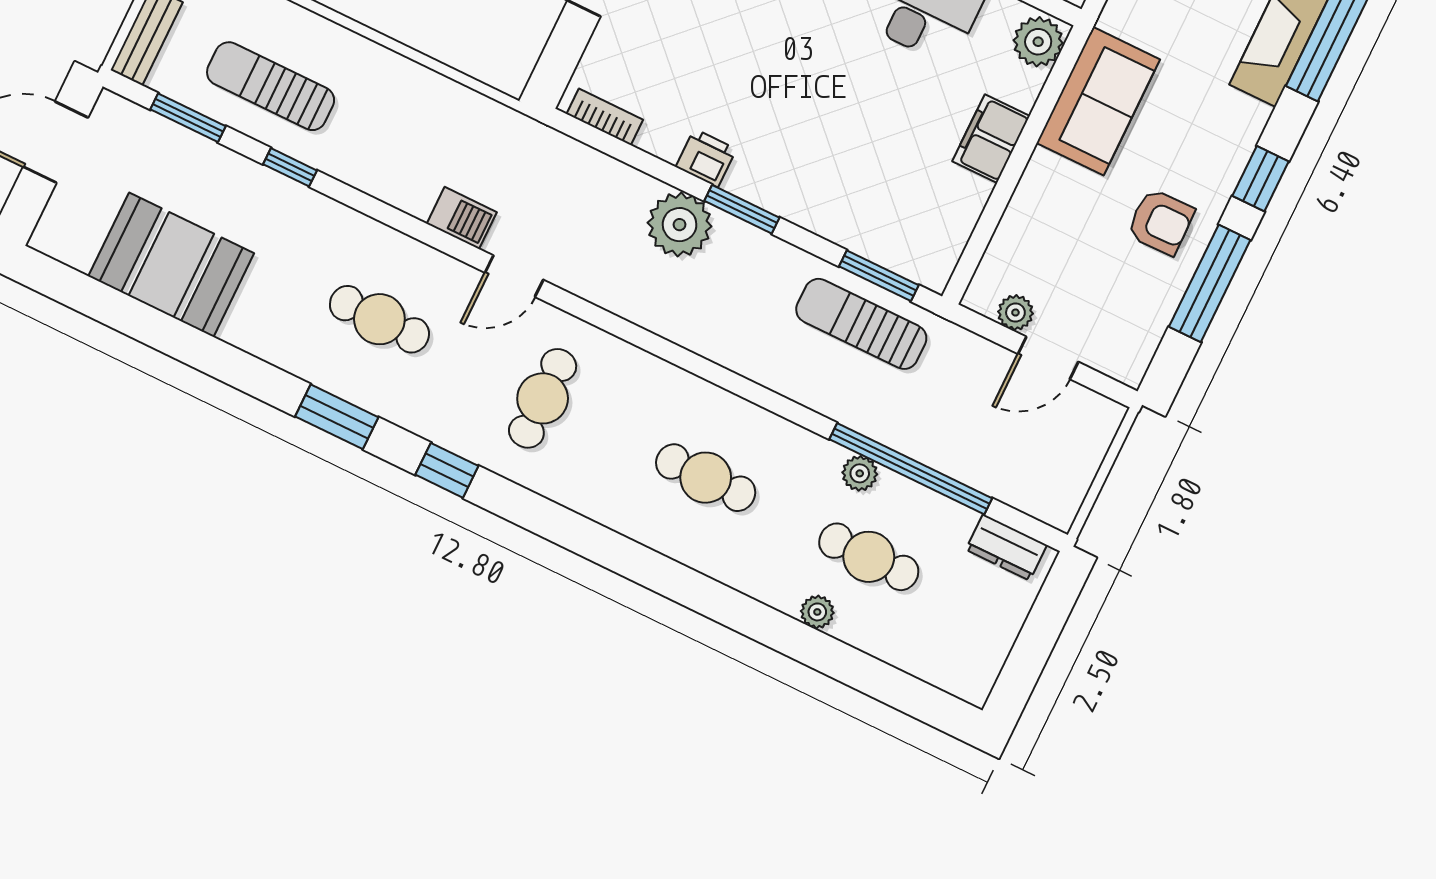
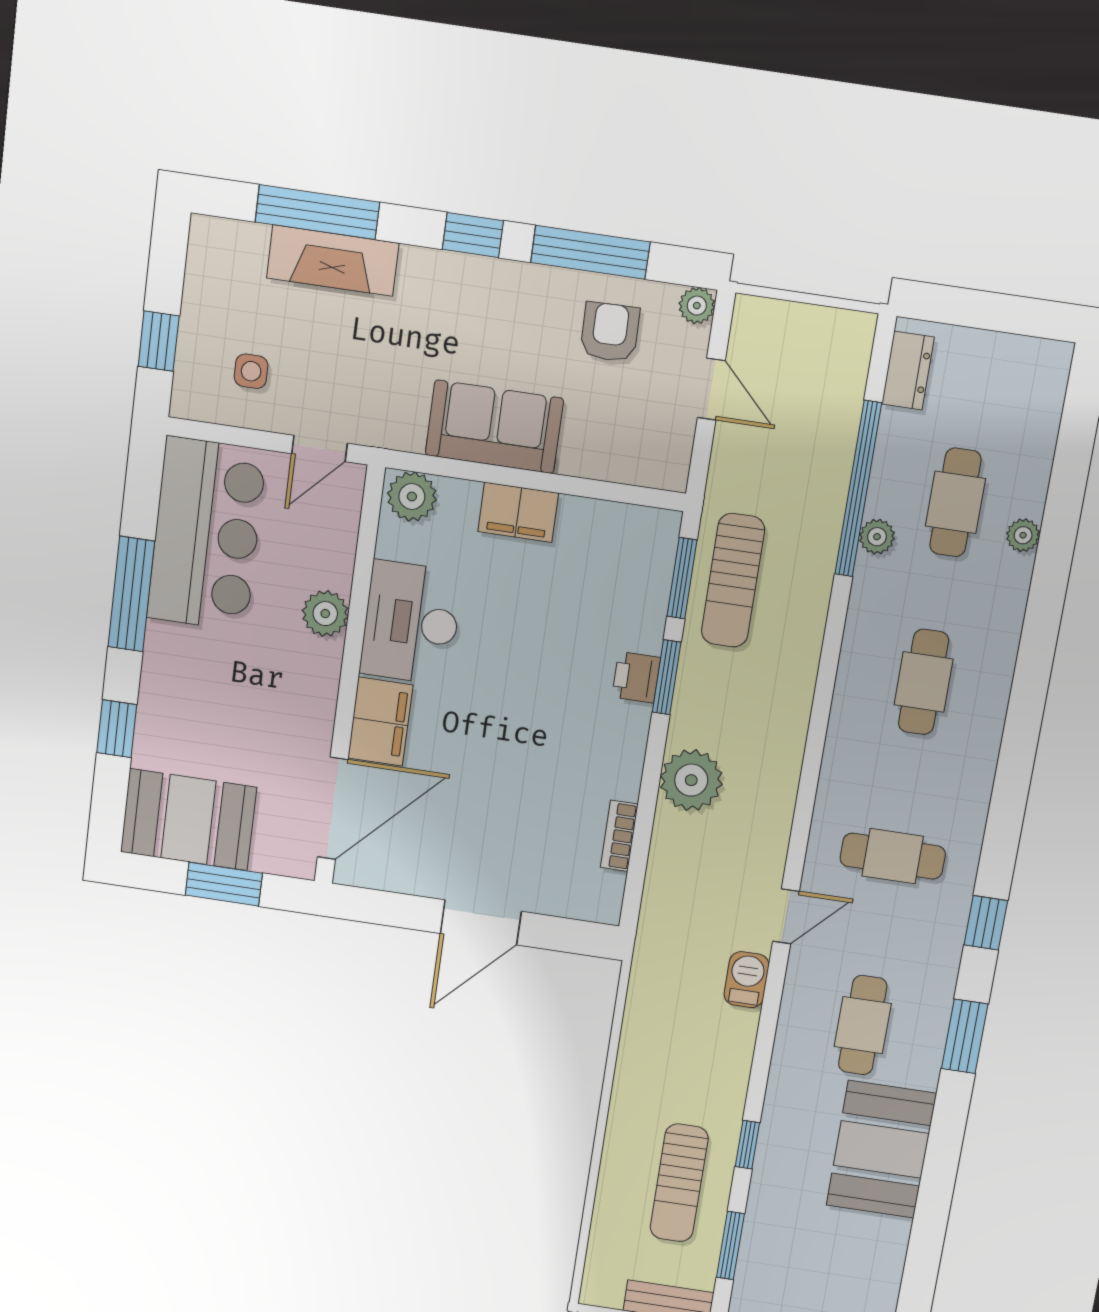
sofa: (1098, 101) -> (494, 427), moved
bookcase: (605, 117) -> (619, 836), moved
printer: (706, 158) -> (636, 677), moved
window: (742, 209) -> (667, 677), moved
armchair: (1161, 222) -> (610, 332), moved
booth: (171, 265) -> (881, 1149), moved
door: (514, 276) -> (786, 916), hinge flipped
plant: (1015, 313) -> (697, 306), moved

